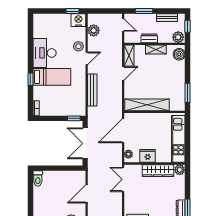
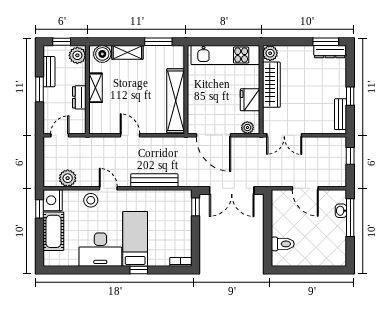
window: (144, 11) -> (39, 89), moved
cot: (57, 21) -> (53, 231), added
shelving: (129, 56) -> (127, 52), moved
toilet: (38, 178) -> (283, 244), moved

